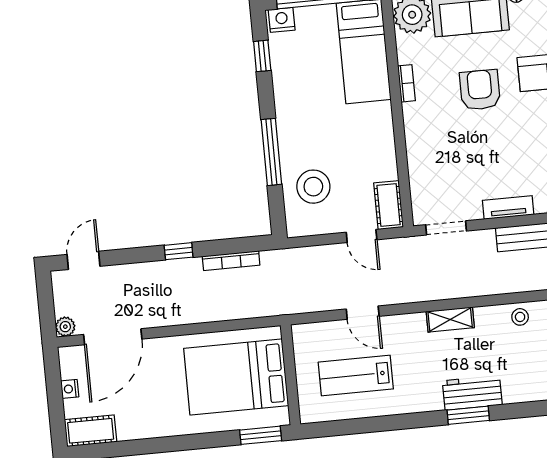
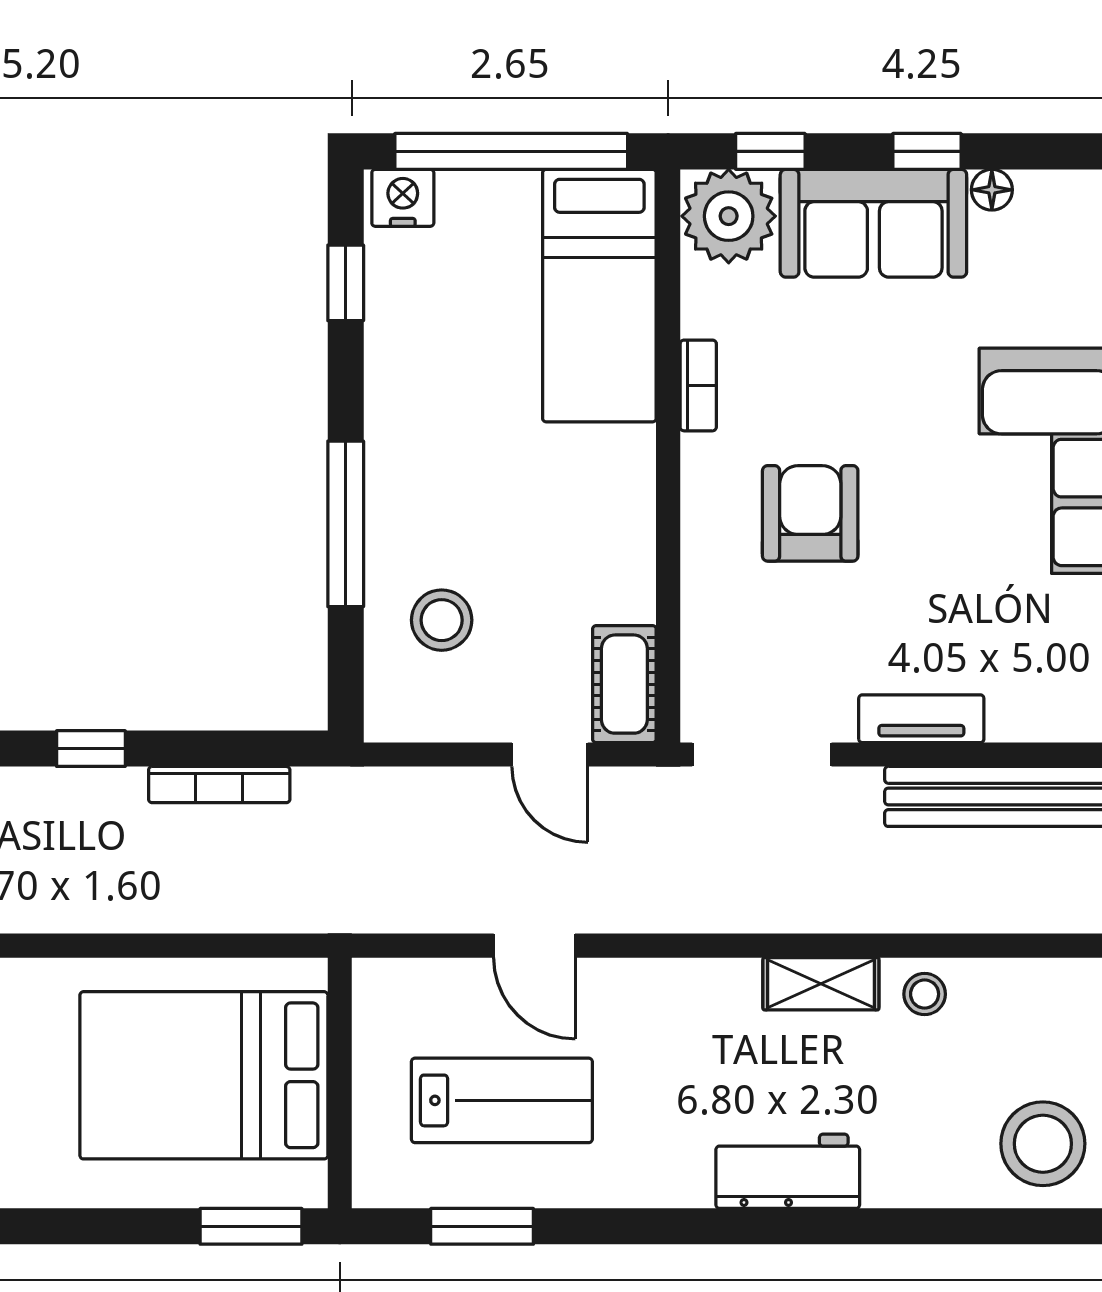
armchair: (480, 90) -> (810, 513), moved
stool: (313, 187) -> (442, 620), width x0.73, depth x0.73
doorway: (446, 228) -> (762, 755), width x1.38
shelving: (450, 320) -> (821, 984), moved
lab bench: (356, 376) -> (502, 1100), turned 180
window: (468, 415) -> (482, 1226), moved

